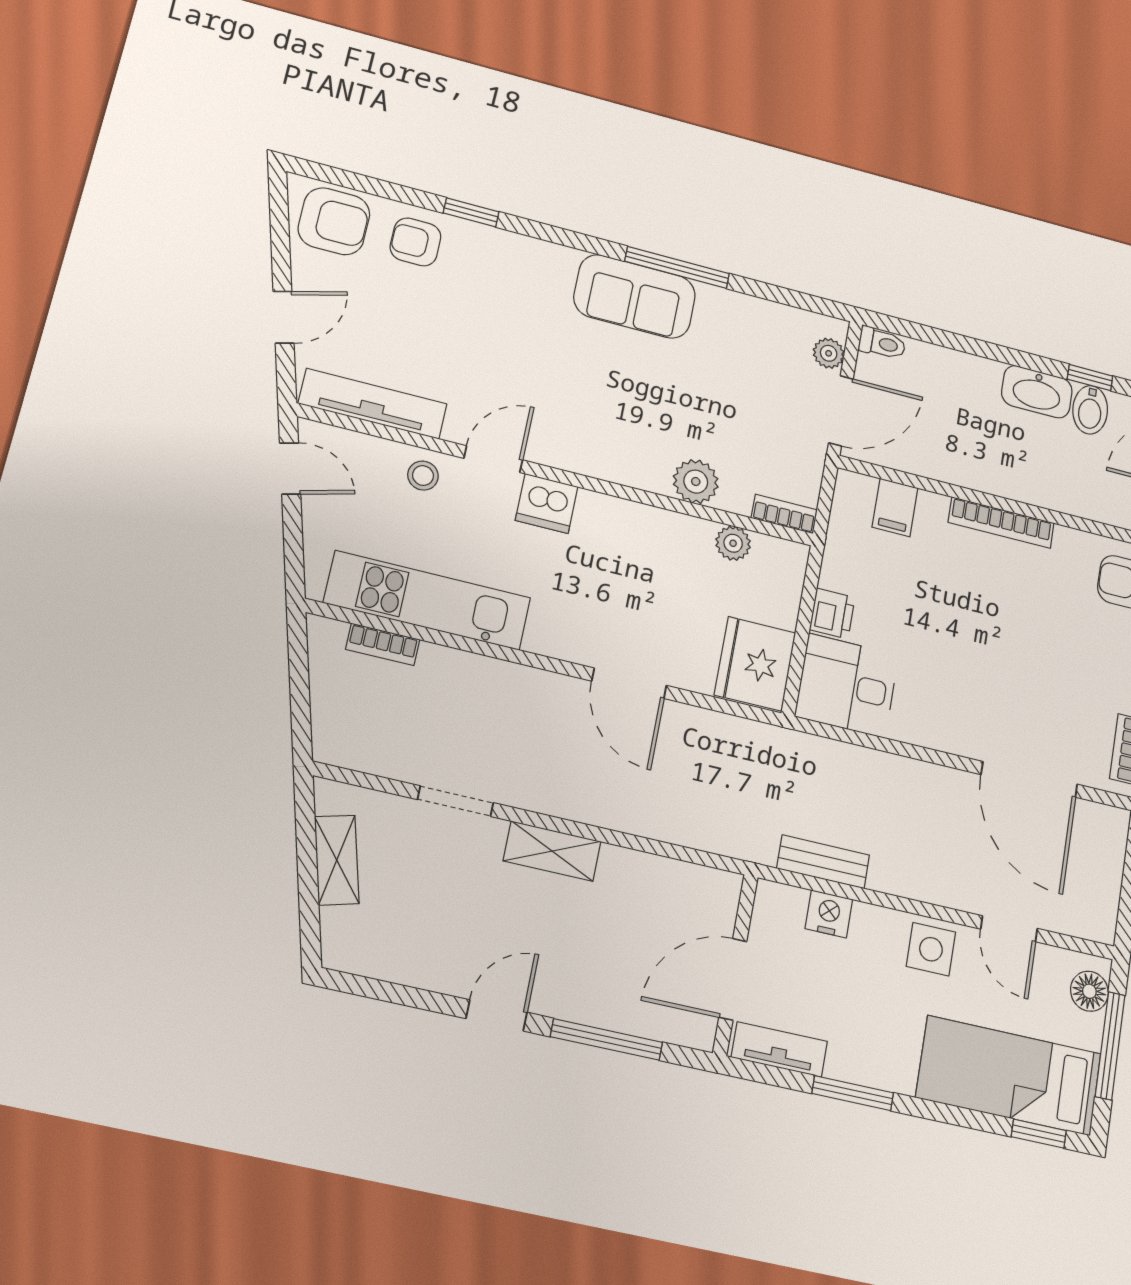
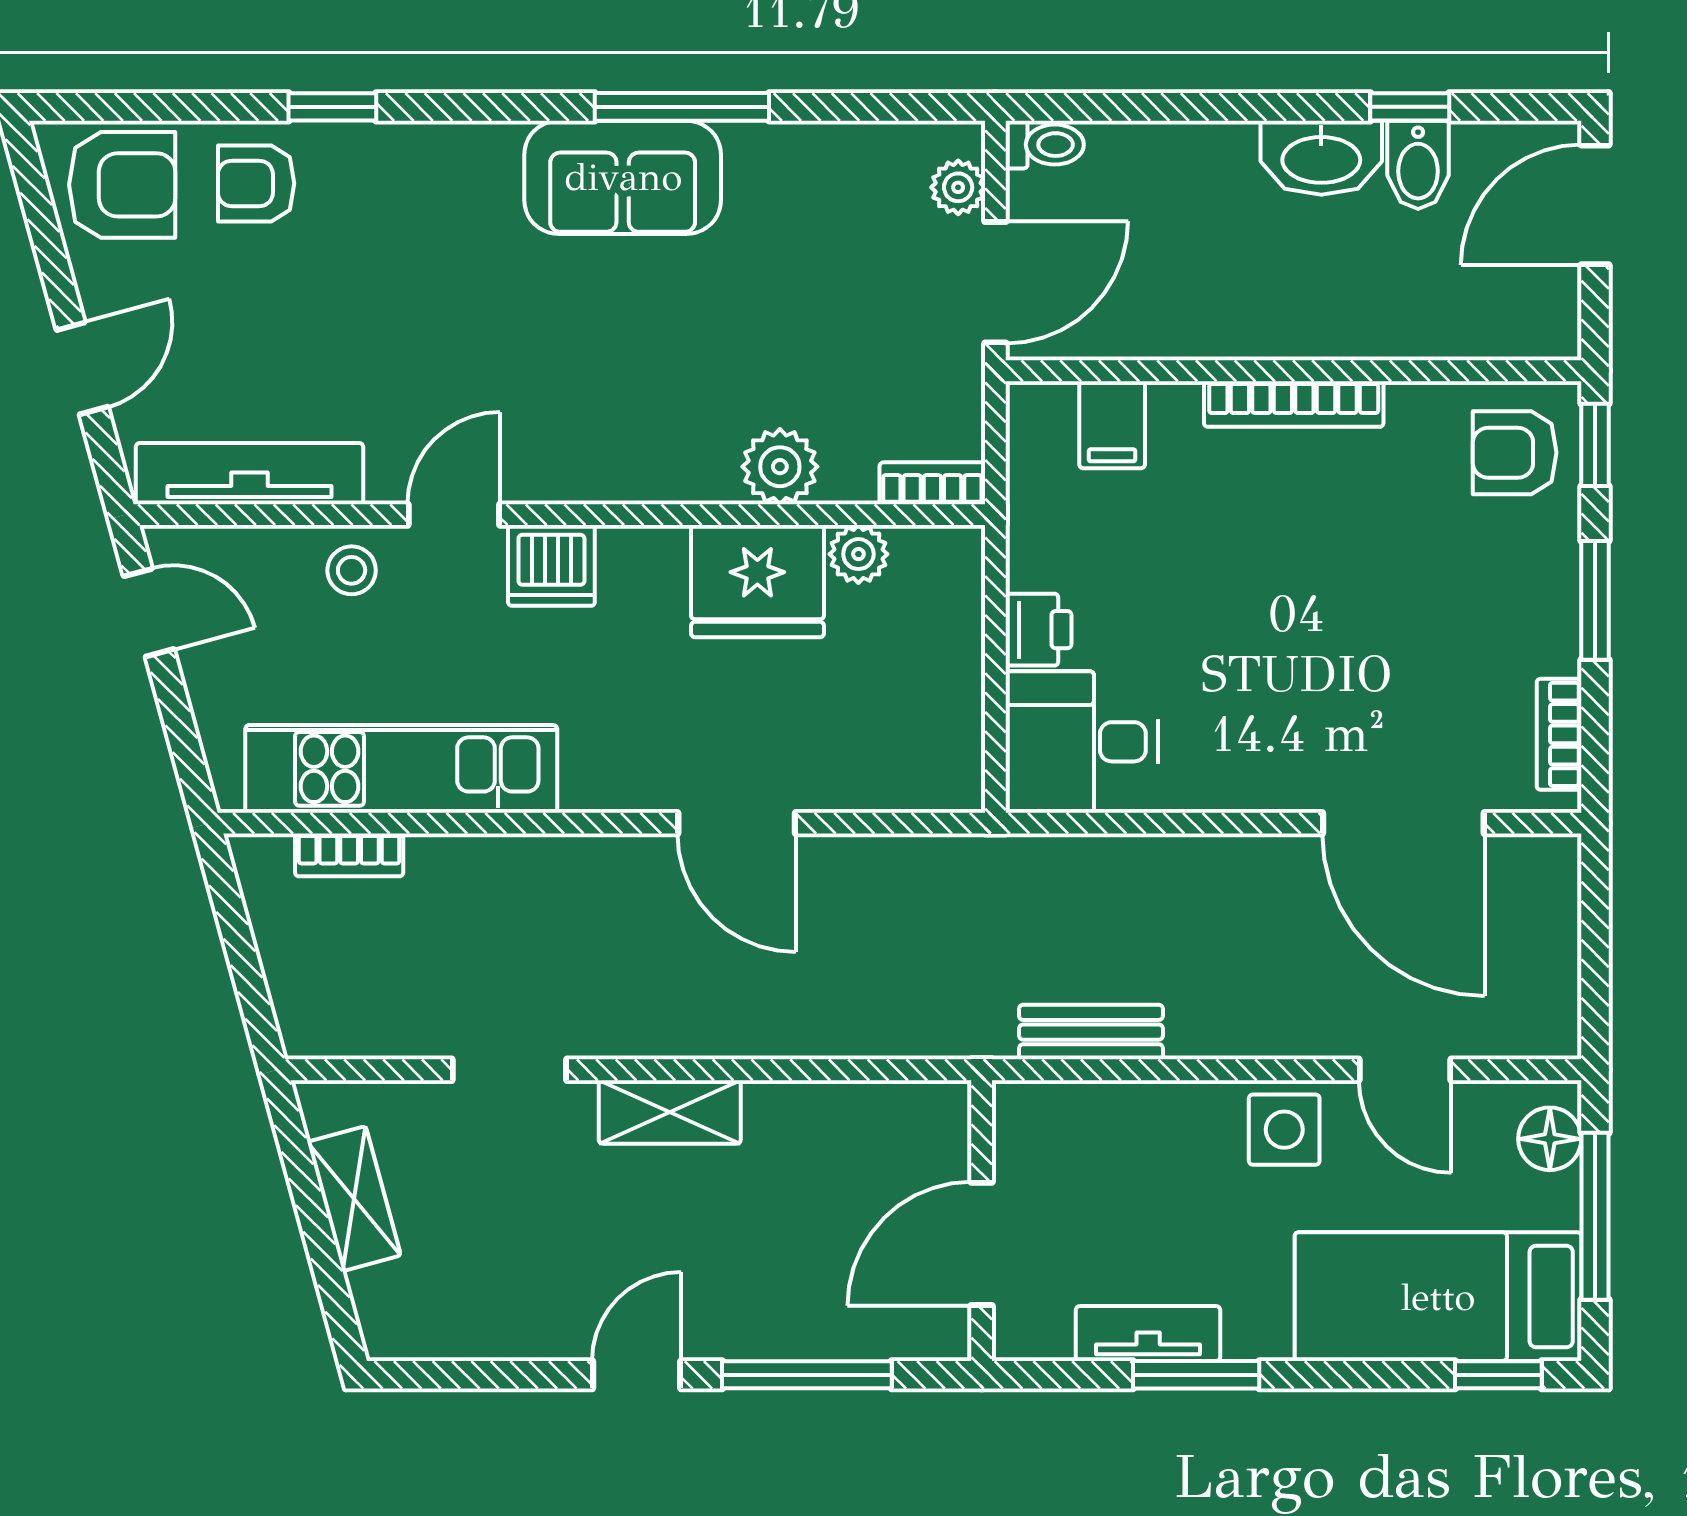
fridge: (755, 664) -> (757, 581), moved, turned -90
nightstand: (829, 914) -> (1114, 1111), removed
tv unit: (779, 1049) -> (1148, 1333), moved

